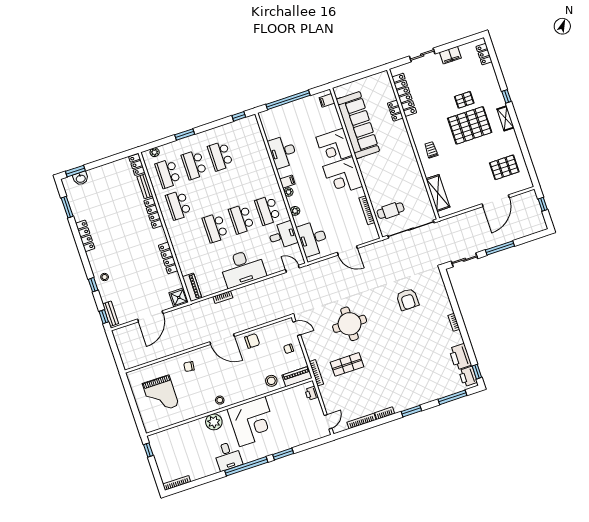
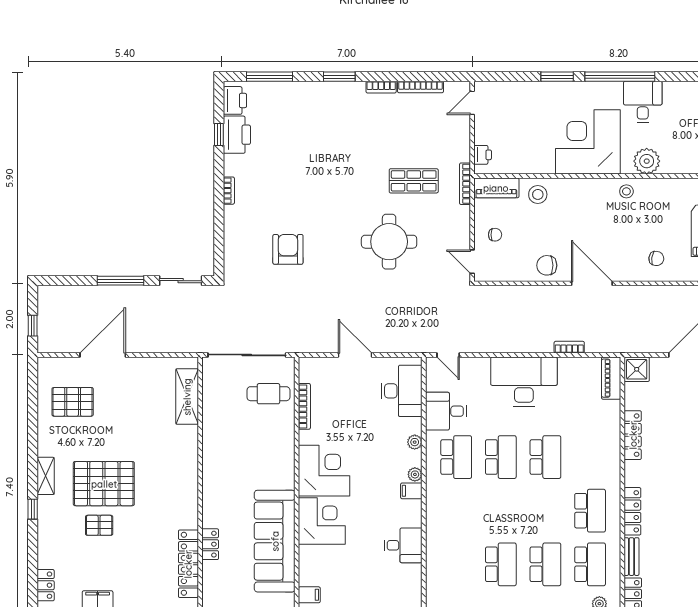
trolley: (431, 150) -> (175, 466), removed
desk: (283, 152) -> (403, 545), width x0.73
window: (477, 372) -> (219, 134), moved

